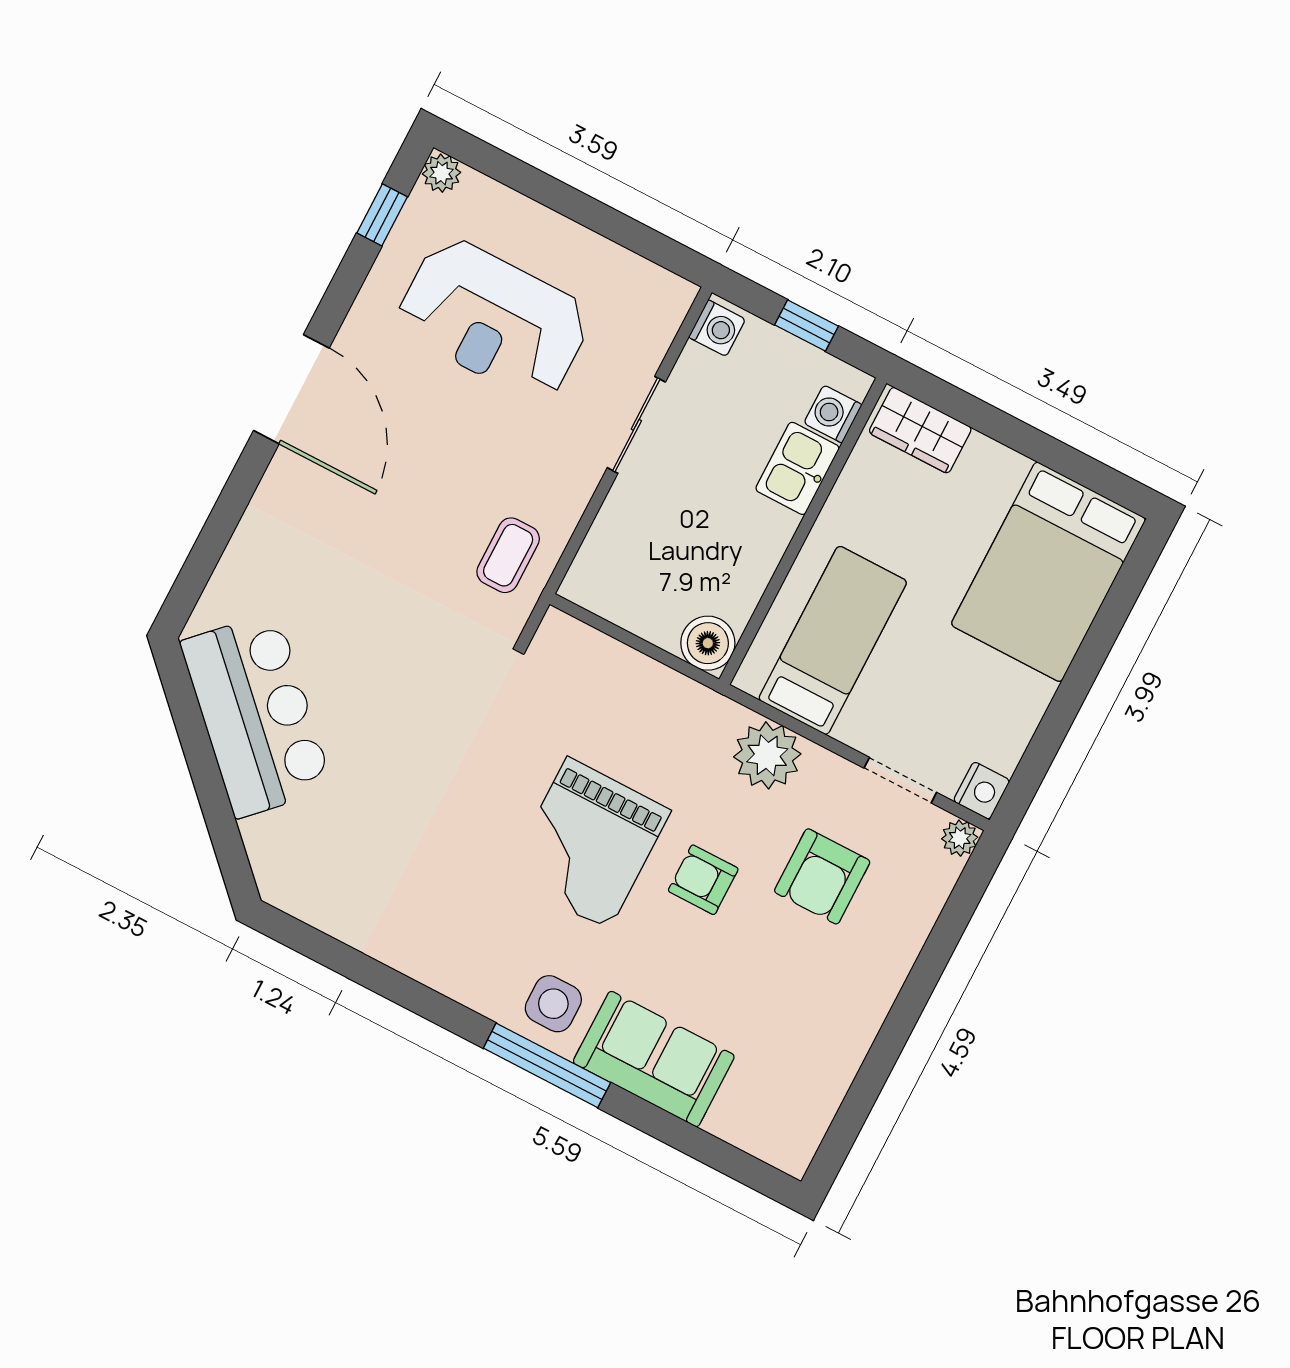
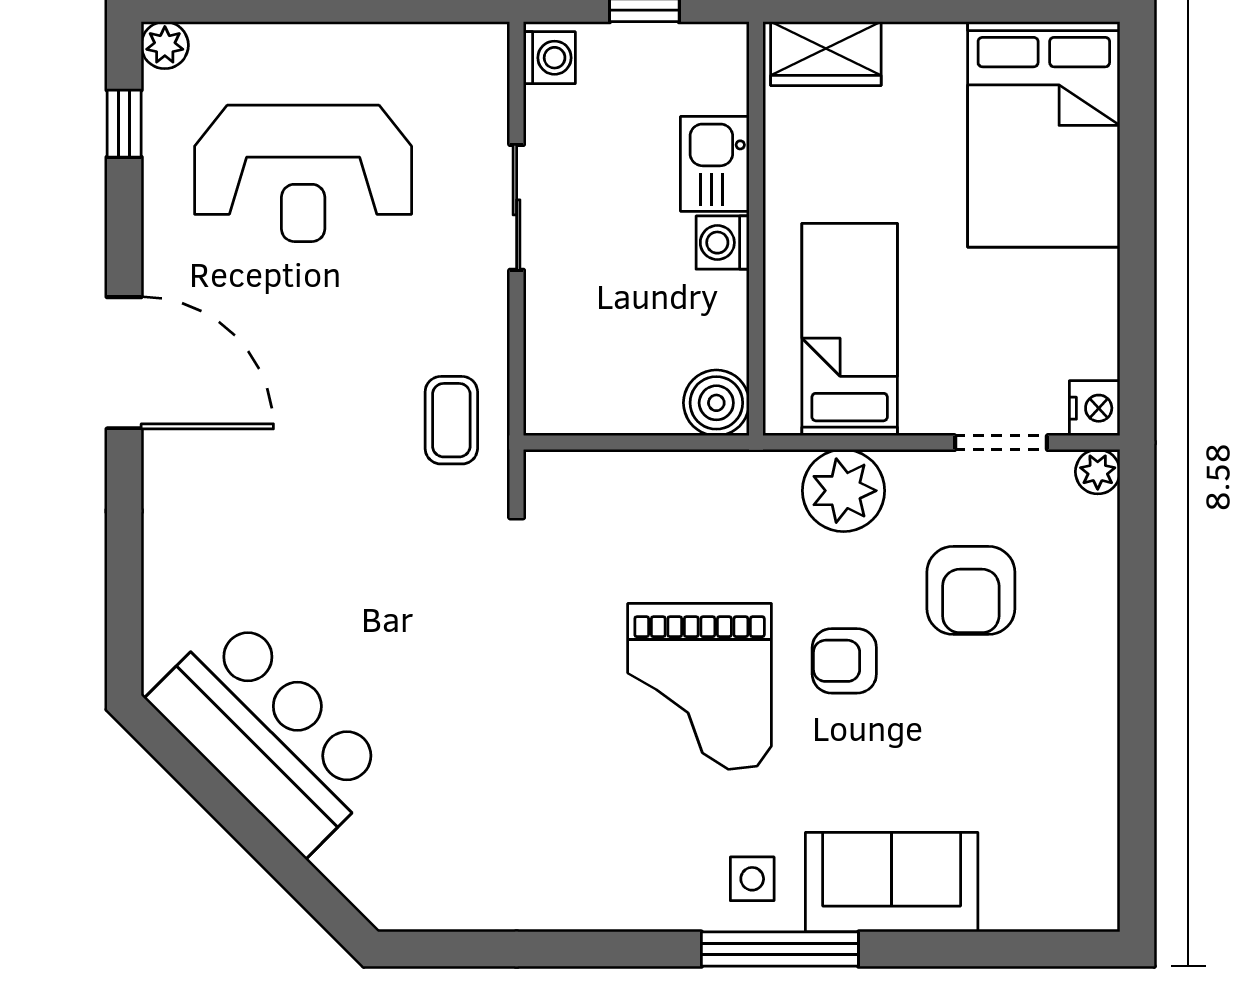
washing machine: (833, 414) -> (723, 243), moved
side table: (553, 1004) -> (752, 879), width x0.73, depth x0.73

